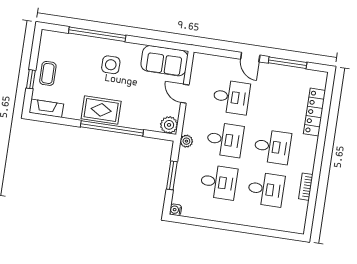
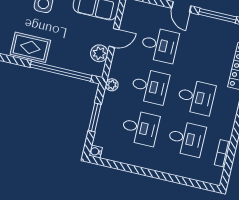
door: (185, 94) -> (114, 38), swing flipped
plant: (169, 125) -> (99, 53), moved
window: (112, 128) -> (61, 71), moved
bookcase: (306, 187) -> (222, 153), moved

